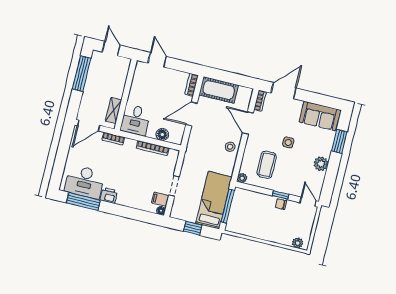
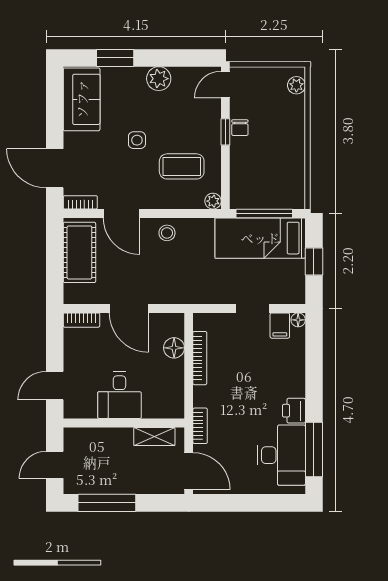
cot: (219, 90) -> (79, 252), moved
desk: (136, 120) -> (119, 395), moved, turned 90
door: (248, 123) -> (121, 213), hinge flipped

